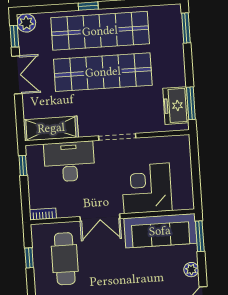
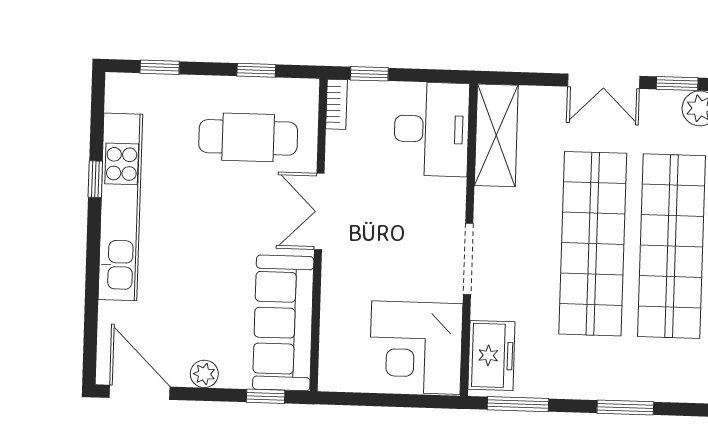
window: (186, 28) -> (625, 408), moved
freezer: (176, 106) -> (491, 355), moved, turned 90
desk: (69, 162) -> (432, 129), moved
window: (23, 165) -> (369, 74), moved
corner desk: (147, 188) -> (416, 348), moved, turned 180
window: (200, 236) -> (266, 396), width x0.67

